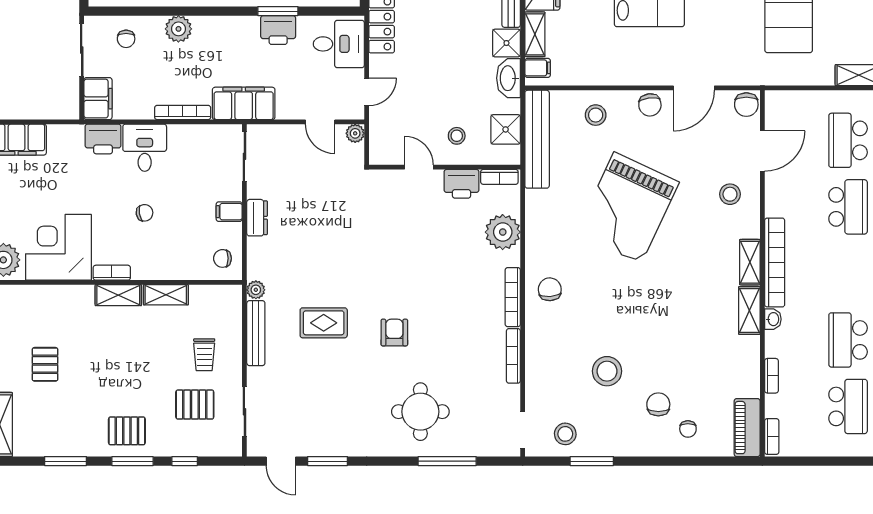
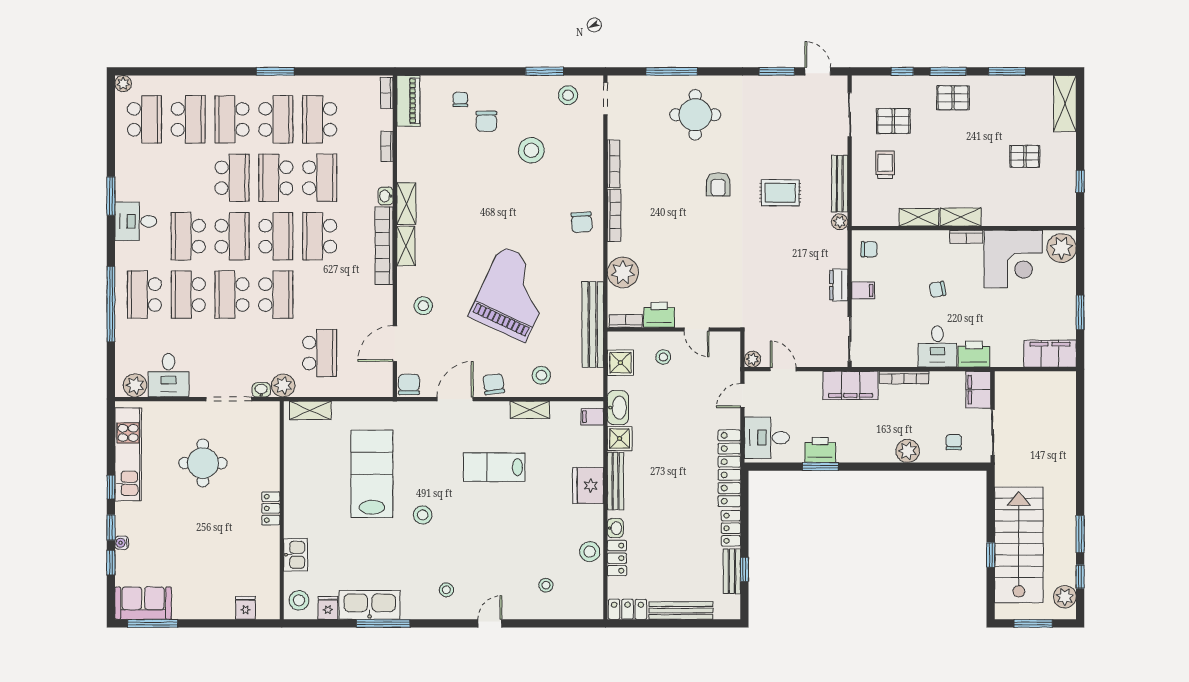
shelving: (535, 34) -> (530, 410), moved, turned 90
bench: (537, 139) -> (593, 325), moved
school desk: (848, 207) -> (320, 236), moved
pallet: (45, 364) -> (1025, 156), turned 90

